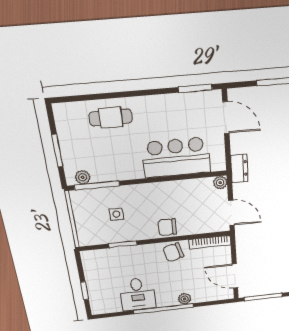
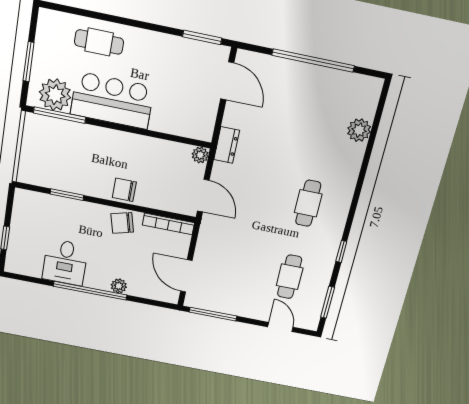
bar counter: (176, 157) -> (112, 100), moved
plant: (83, 177) -> (55, 95), width x1.88, depth x1.88
side table: (116, 214) -> (71, 156), removed

